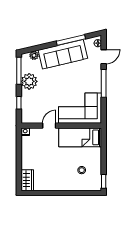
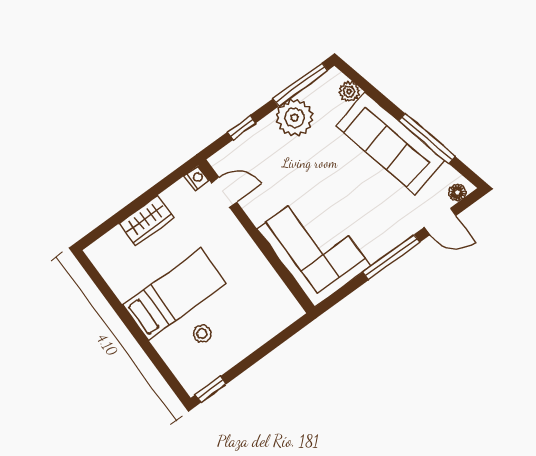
door: (49, 126) -> (224, 192), moved
bed: (80, 137) -> (175, 294), moved, turned 90
wardrobe: (27, 180) -> (146, 221), moved

